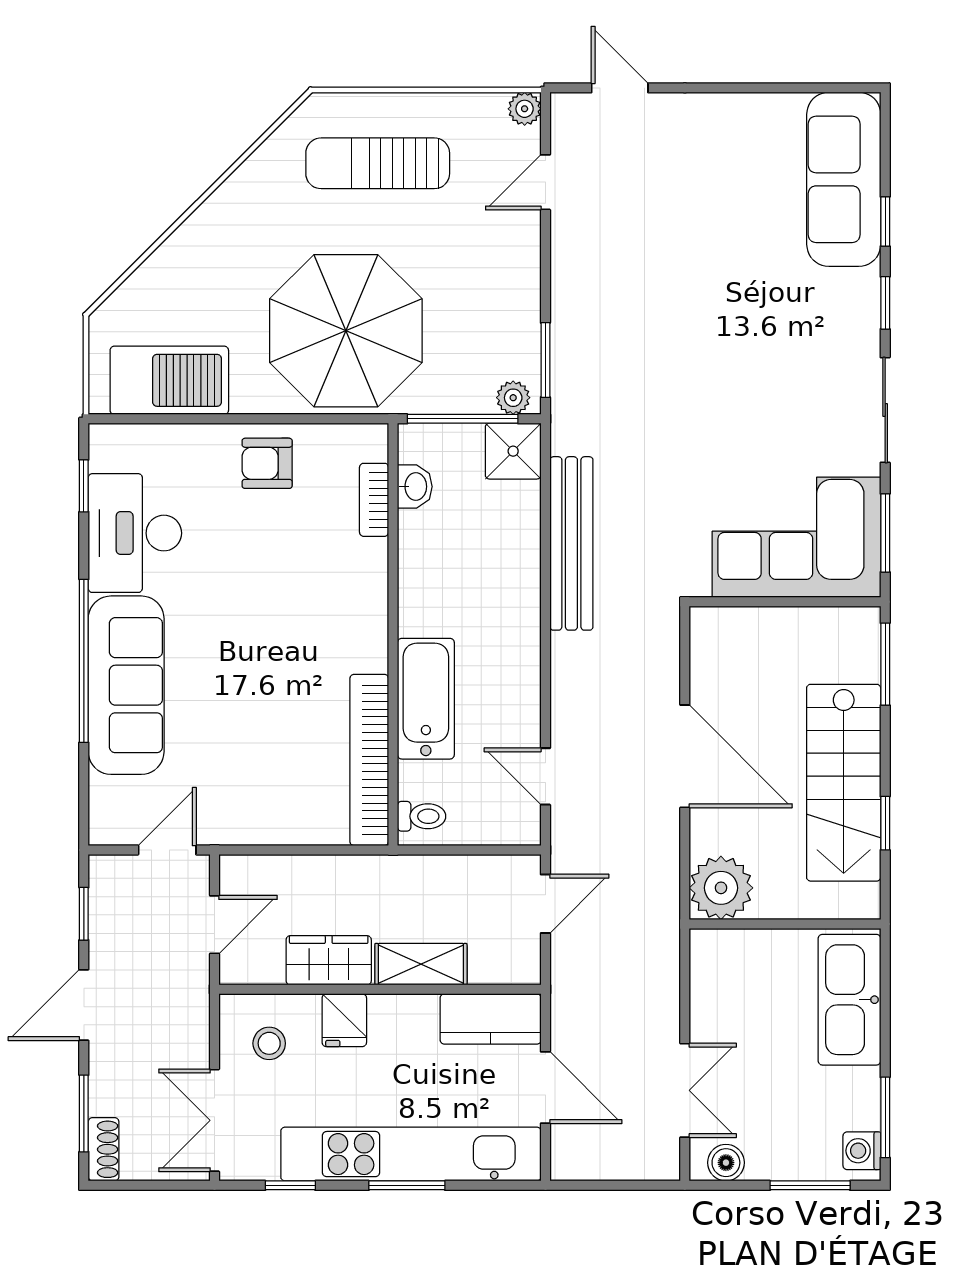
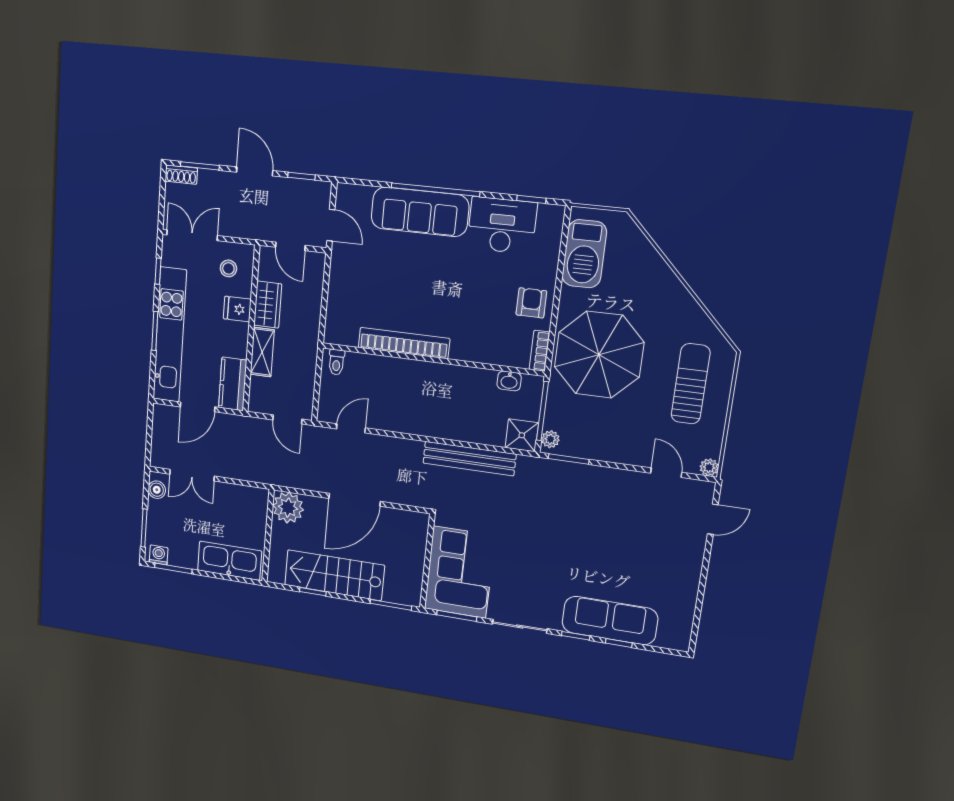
sofa: (844, 179) -> (610, 620), moved
bookcase: (374, 500) -> (540, 351), moved, turned -90
bathtub: (426, 699) -> (397, 372), removed
bookcase: (369, 760) -> (404, 343), moved

